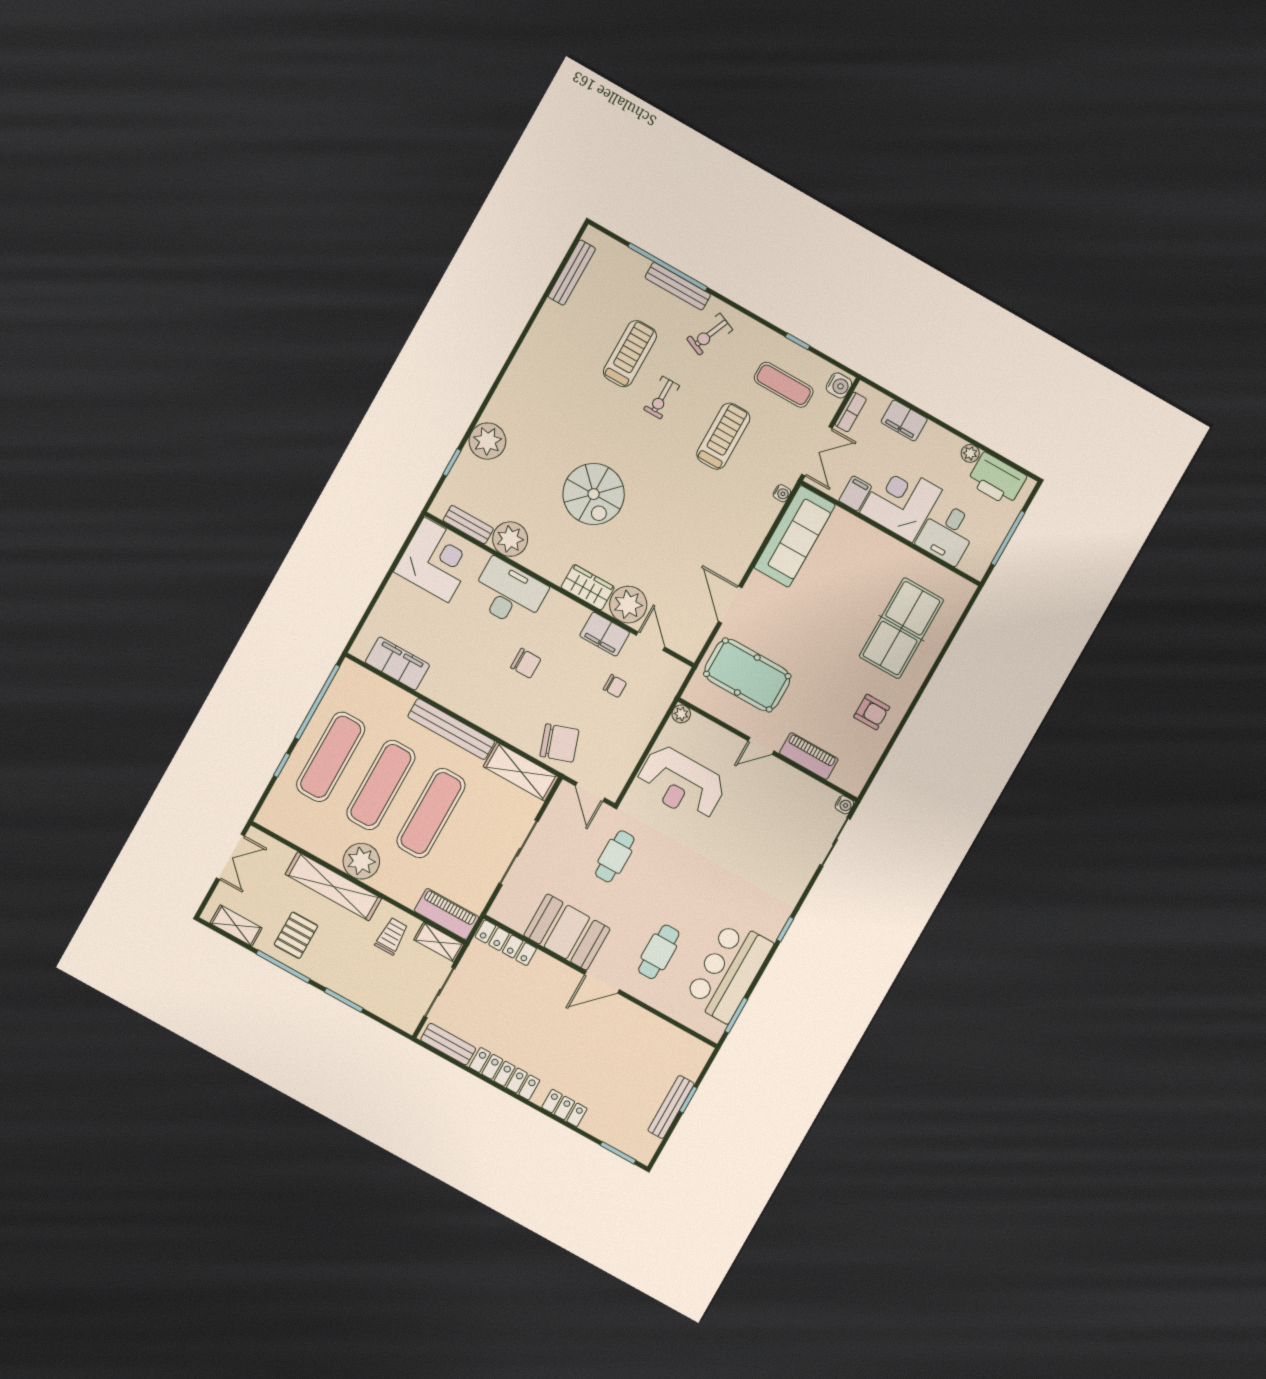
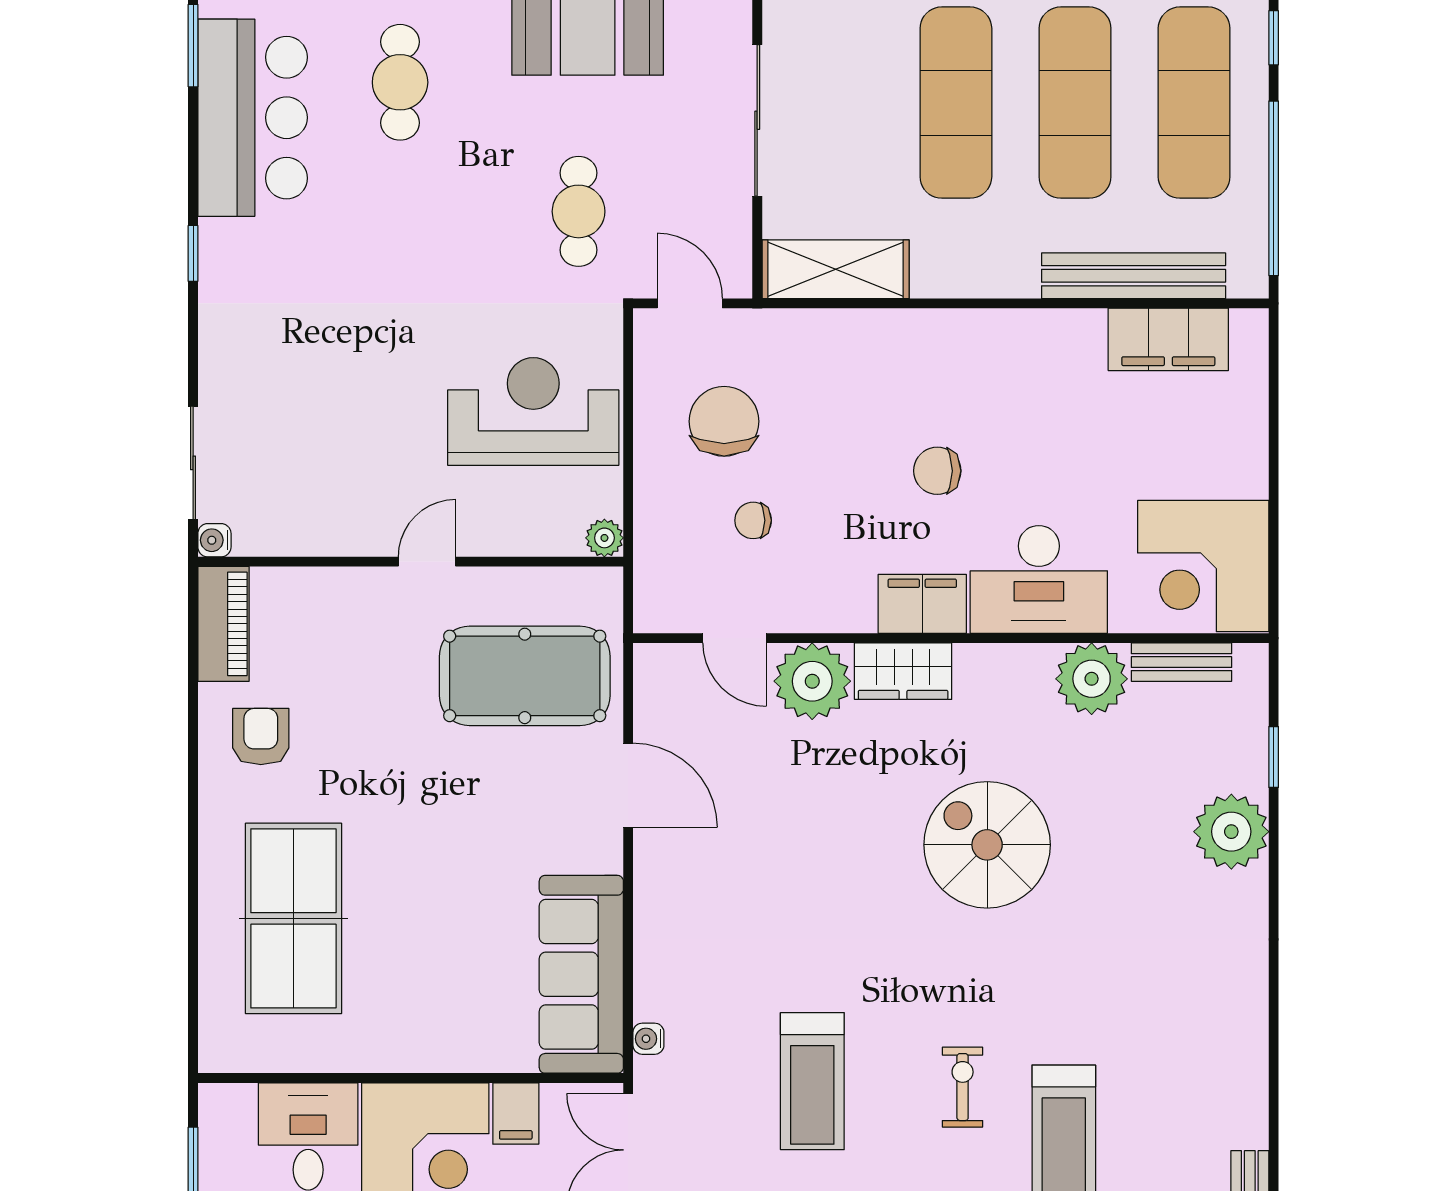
filing cabinet: (605, 634) -> (922, 604), moved
armchair: (872, 712) -> (261, 737), turned 90
bench: (451, 729) -> (1134, 276), moved
chair: (559, 743) -> (724, 421), moved, turned 109
piano: (809, 756) -> (223, 624), moved, turned -90

